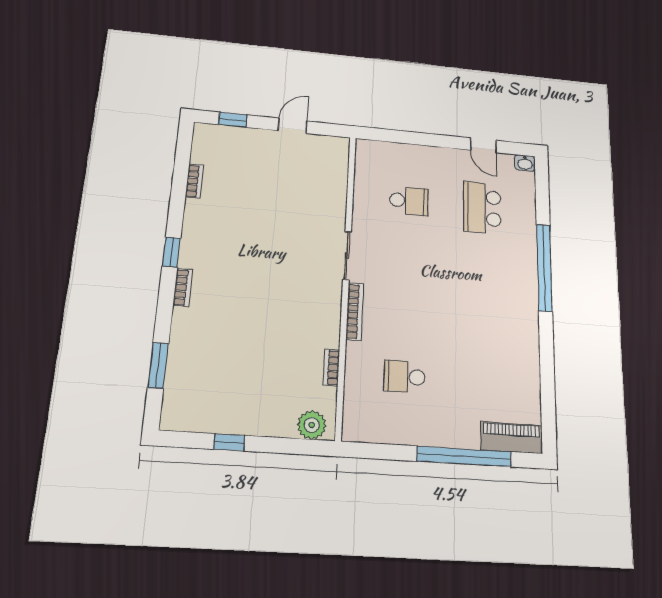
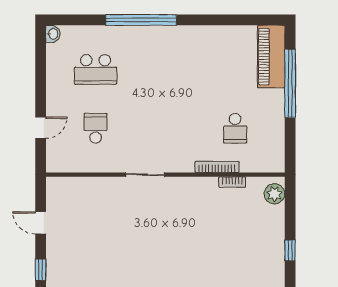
door: (483, 145) -> (41, 128), moved
bookcase: (355, 311) -> (217, 167), moved
piano: (512, 438) -> (271, 57), width x1.37, depth x1.33

